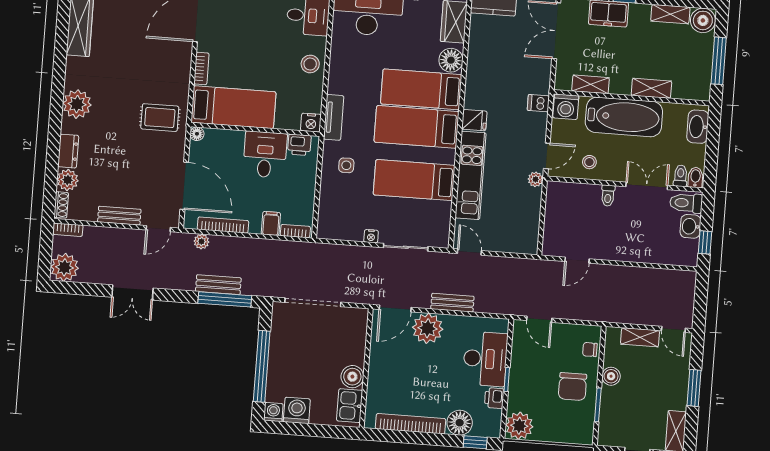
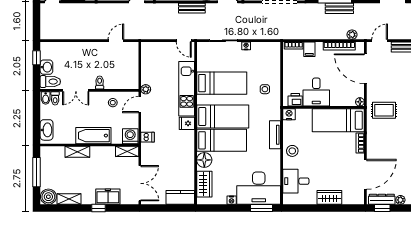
shelving: (591, 84) -> (127, 151), moved
tv unit: (334, 117) -> (275, 135), moved
bathtub: (624, 117) -> (93, 136), width x0.73, depth x0.73

